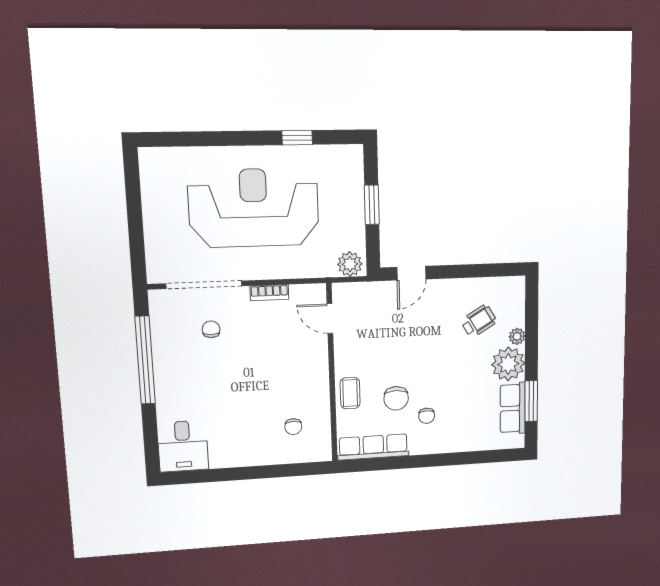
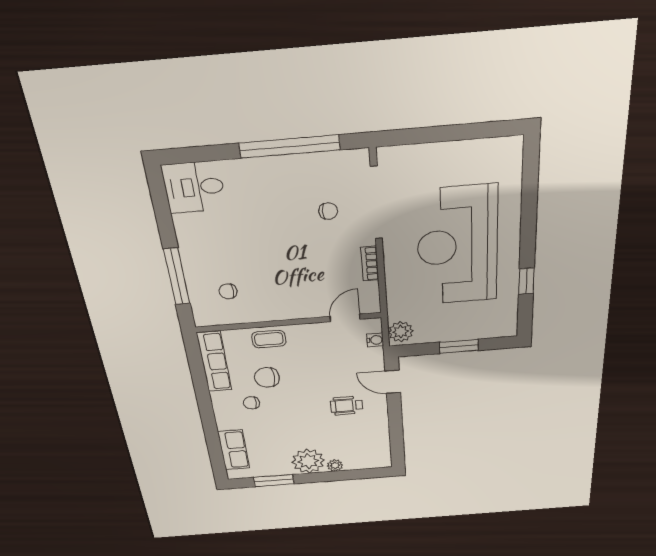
reception desk: (254, 208) -> (457, 246), turned 180
water cooler: (358, 290) -> (375, 340), added
wheelchair: (479, 321) -> (347, 406), moved, turned 121
row of seats: (513, 408) -> (234, 450), moved, turned 90
window: (275, 471) -> (177, 277), added

